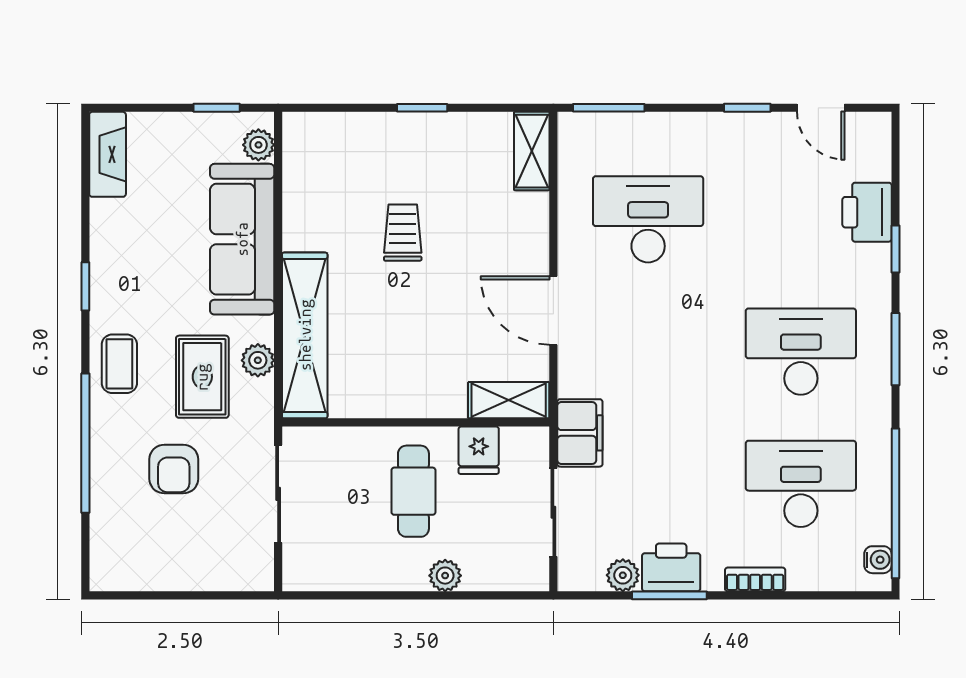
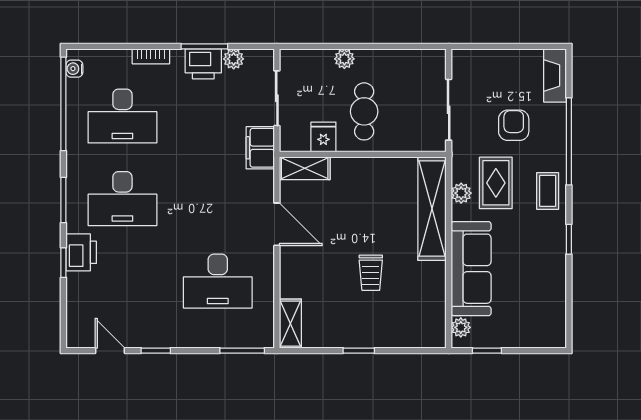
fireplace: (108, 154) -> (555, 75), moved
printer: (867, 212) -> (81, 252), moved

